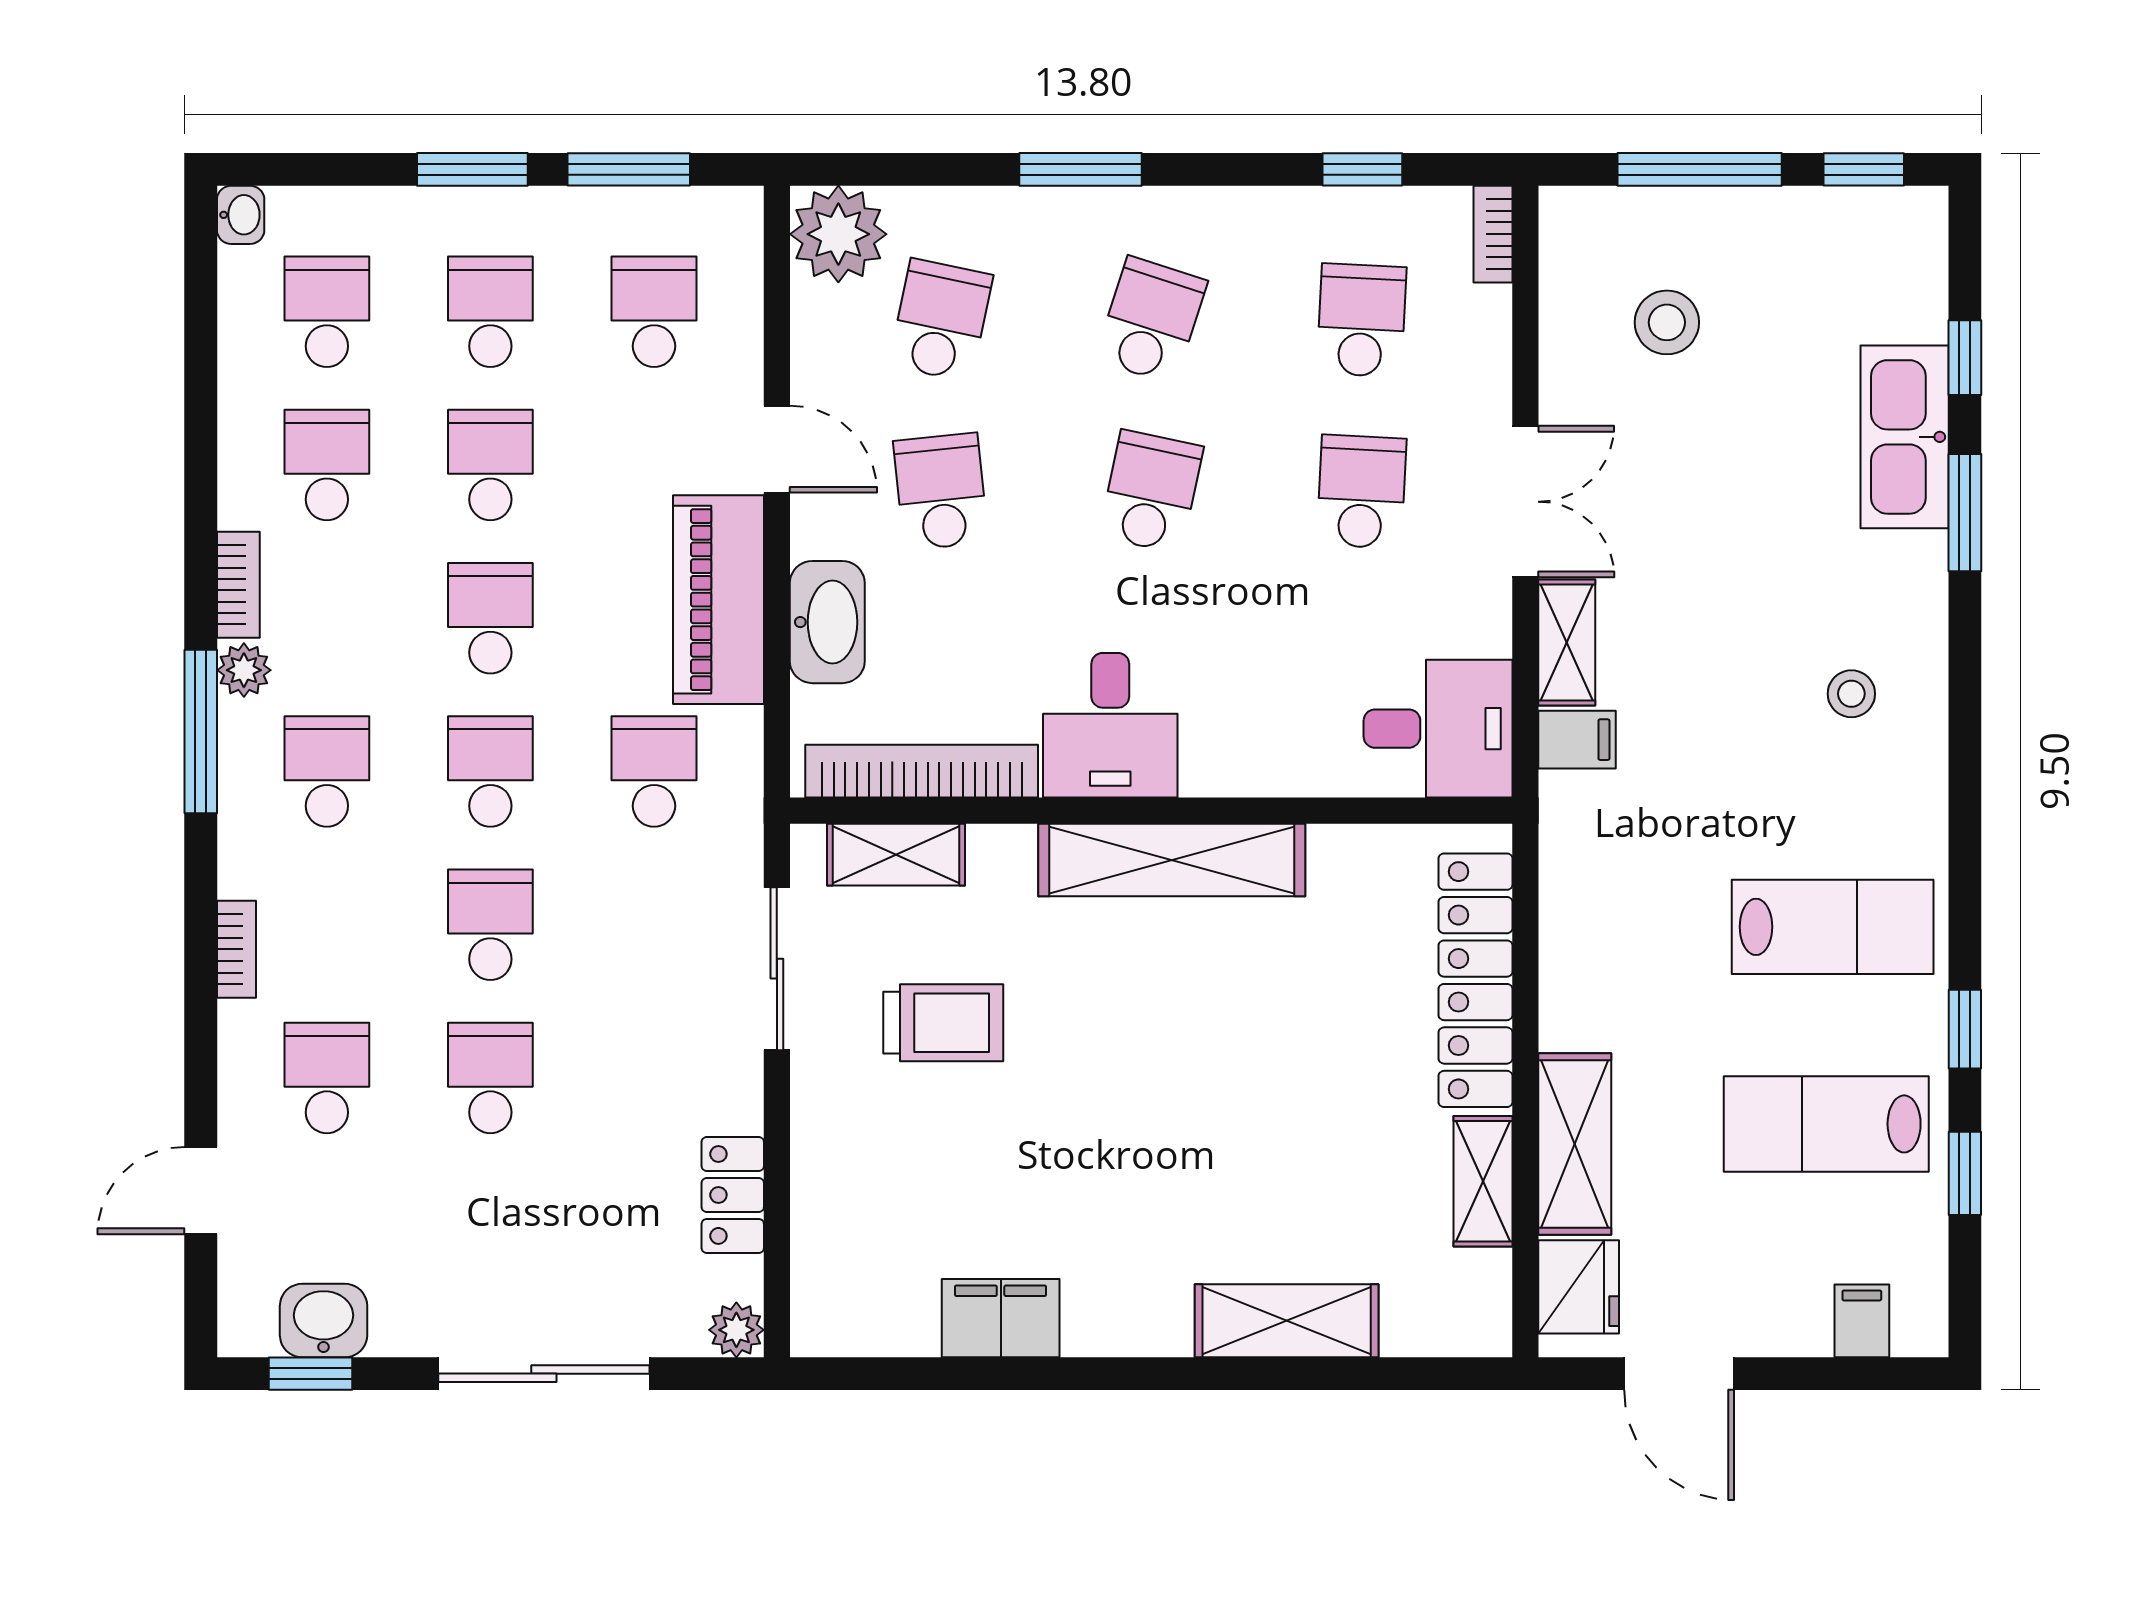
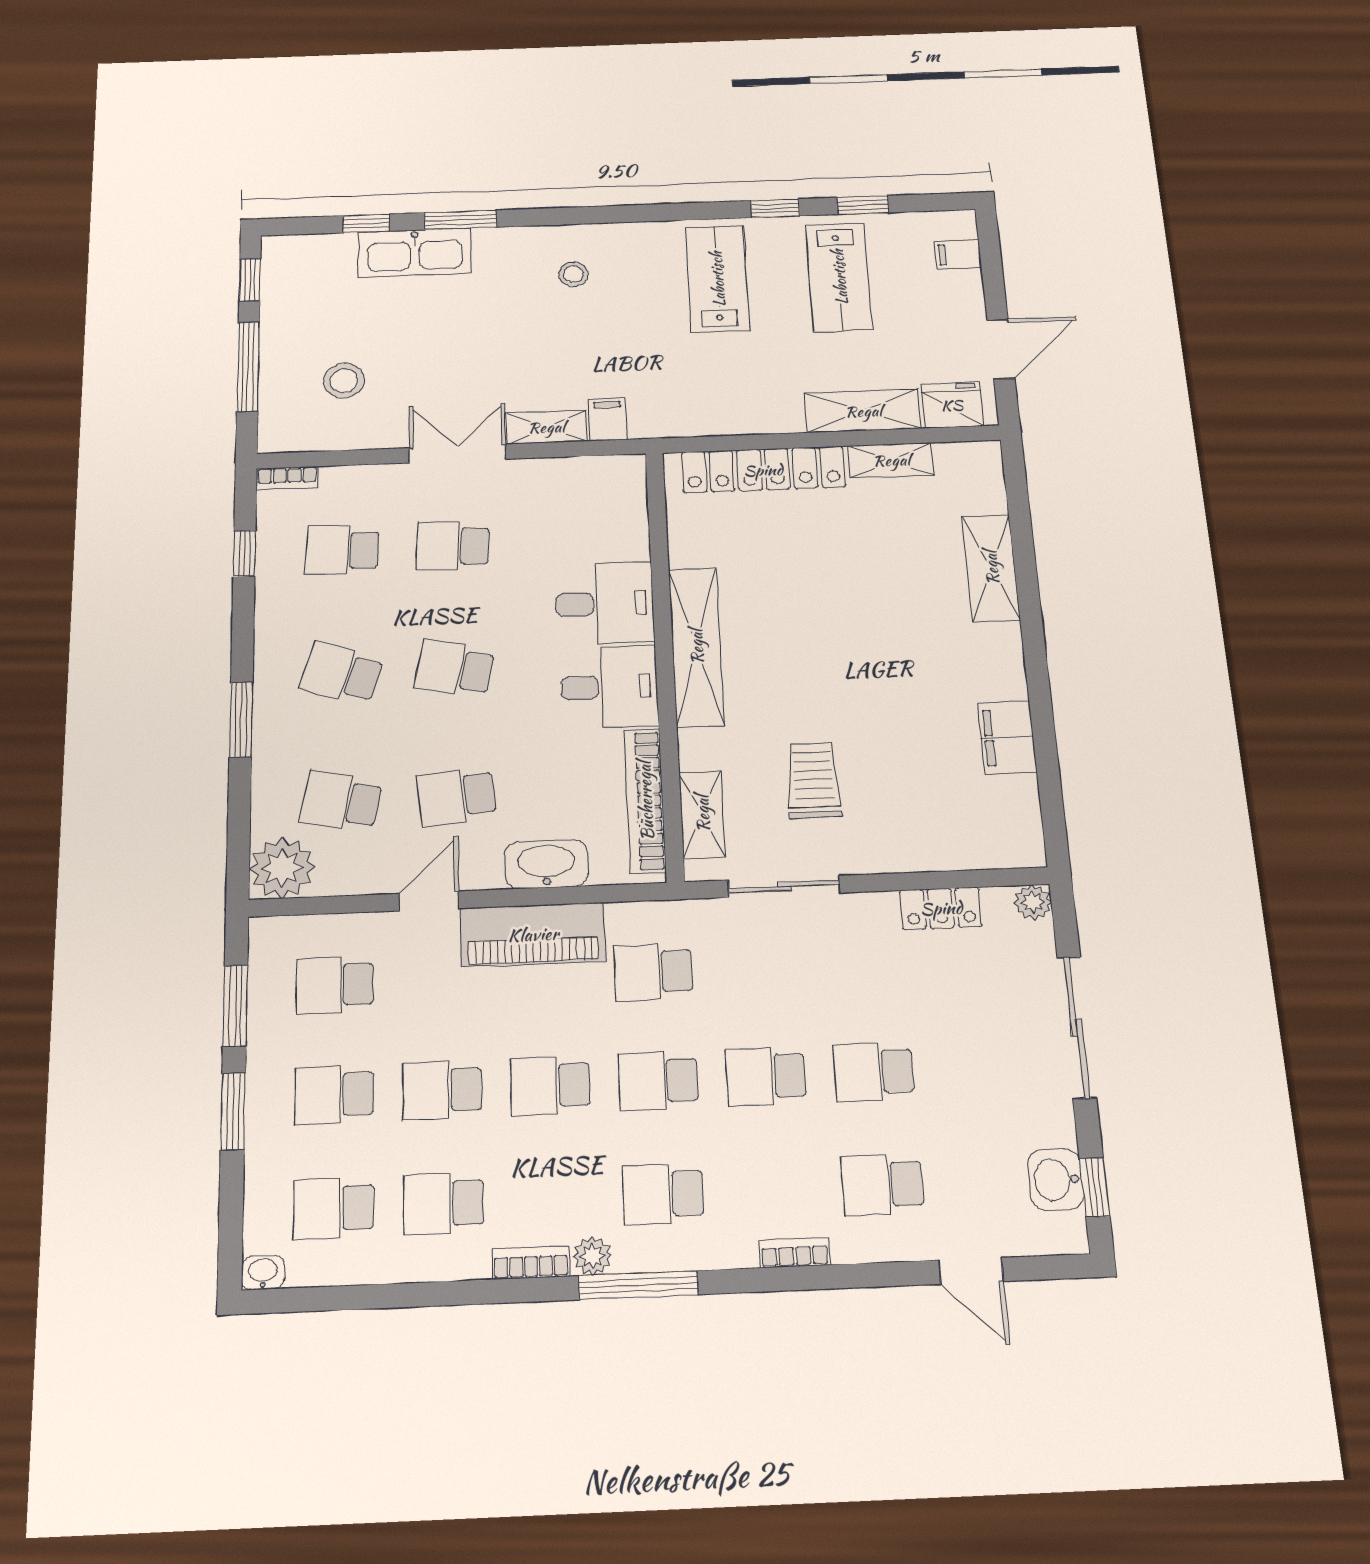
desk: (1438, 729) -> (605, 603), moved, turned 90

